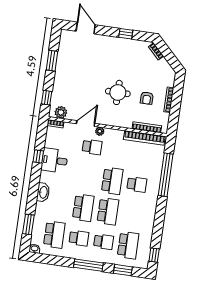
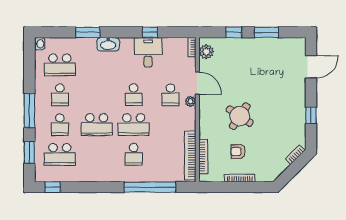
round table: (118, 92) -> (240, 116), turned 34
window: (47, 98) -> (234, 32), moved
school desk: (83, 208) -> (134, 95), moved, width x0.54
window: (28, 224) -> (88, 32), moved

